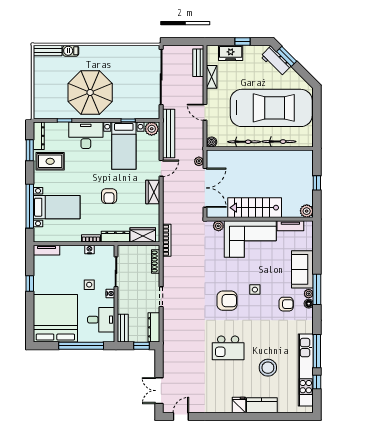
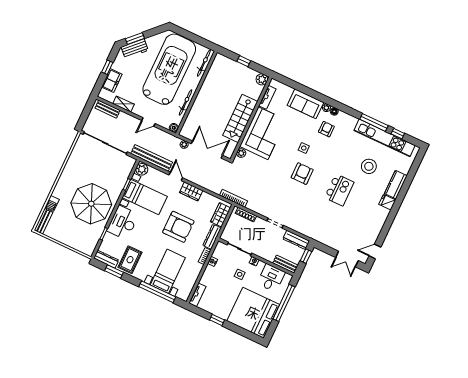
bicycle: (279, 142) -> (204, 63), moved
armchair: (109, 196) -> (178, 227), width x1.88, depth x1.88
window: (317, 289) -> (326, 100), removed
door: (181, 416) -> (375, 251), hinge flipped

